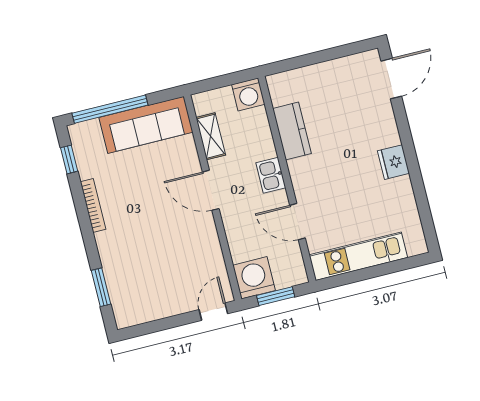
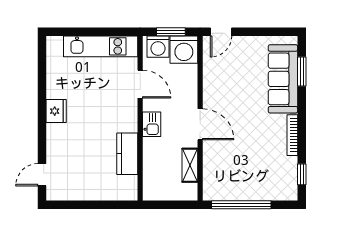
door: (391, 79) -> (42, 175), width x0.73
washing machine: (248, 94) -> (158, 47), moved, turned 180
window: (110, 109) -> (241, 205), moved
sofa: (146, 125) -> (283, 79), moved, turned -90

